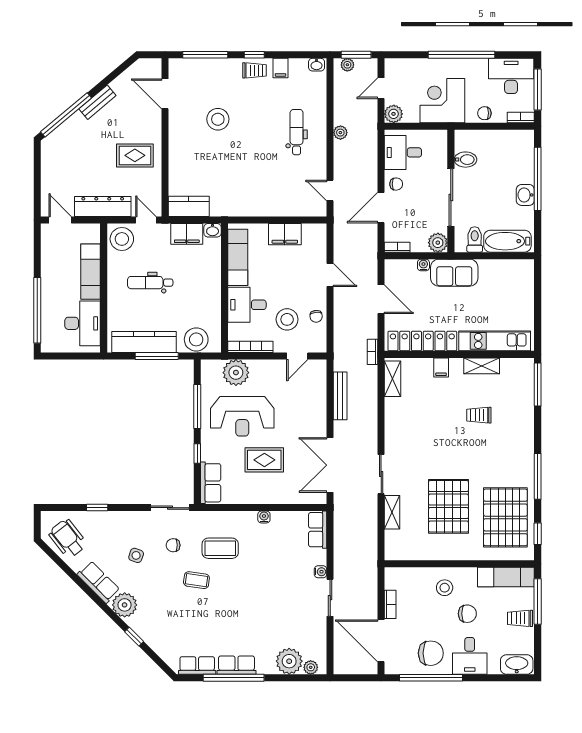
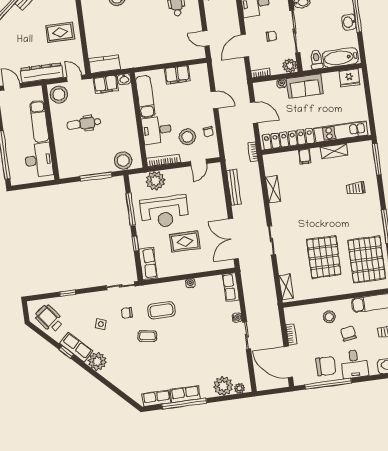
chair: (396, 184) -> (271, 36), moved
fridge: (516, 270) -> (349, 78), added
kitchen counter: (144, 342) -> (85, 168), removed
shelving: (393, 379) -> (273, 189), moved
trolley: (479, 415) -> (356, 188), moved
shelving: (392, 512) -> (286, 287), moved
chair: (467, 614) -> (348, 333), turned -98
window: (134, 637) -> (66, 352), moved

